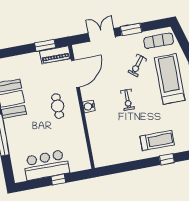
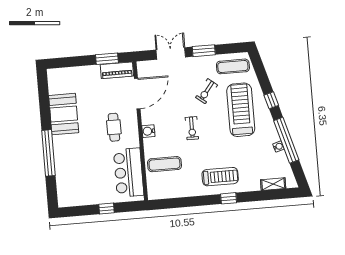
exercise mat: (106, 134) -> (164, 164), added
bar counter: (46, 165) -> (129, 172), moved, turned -90

